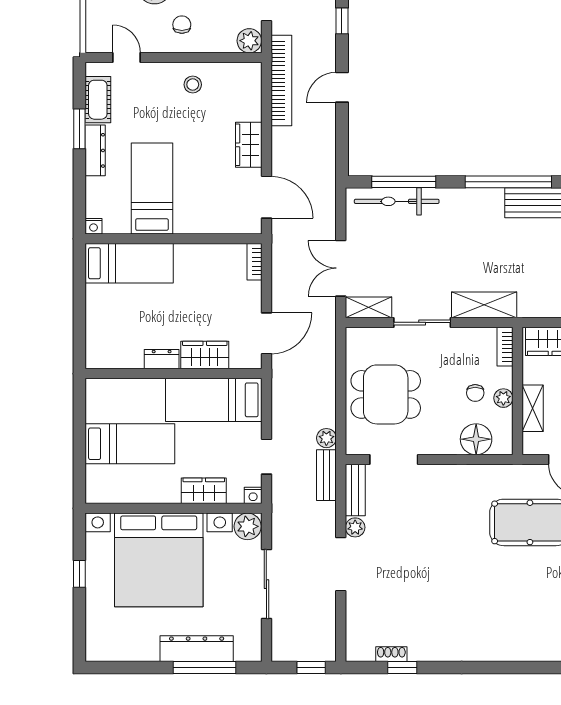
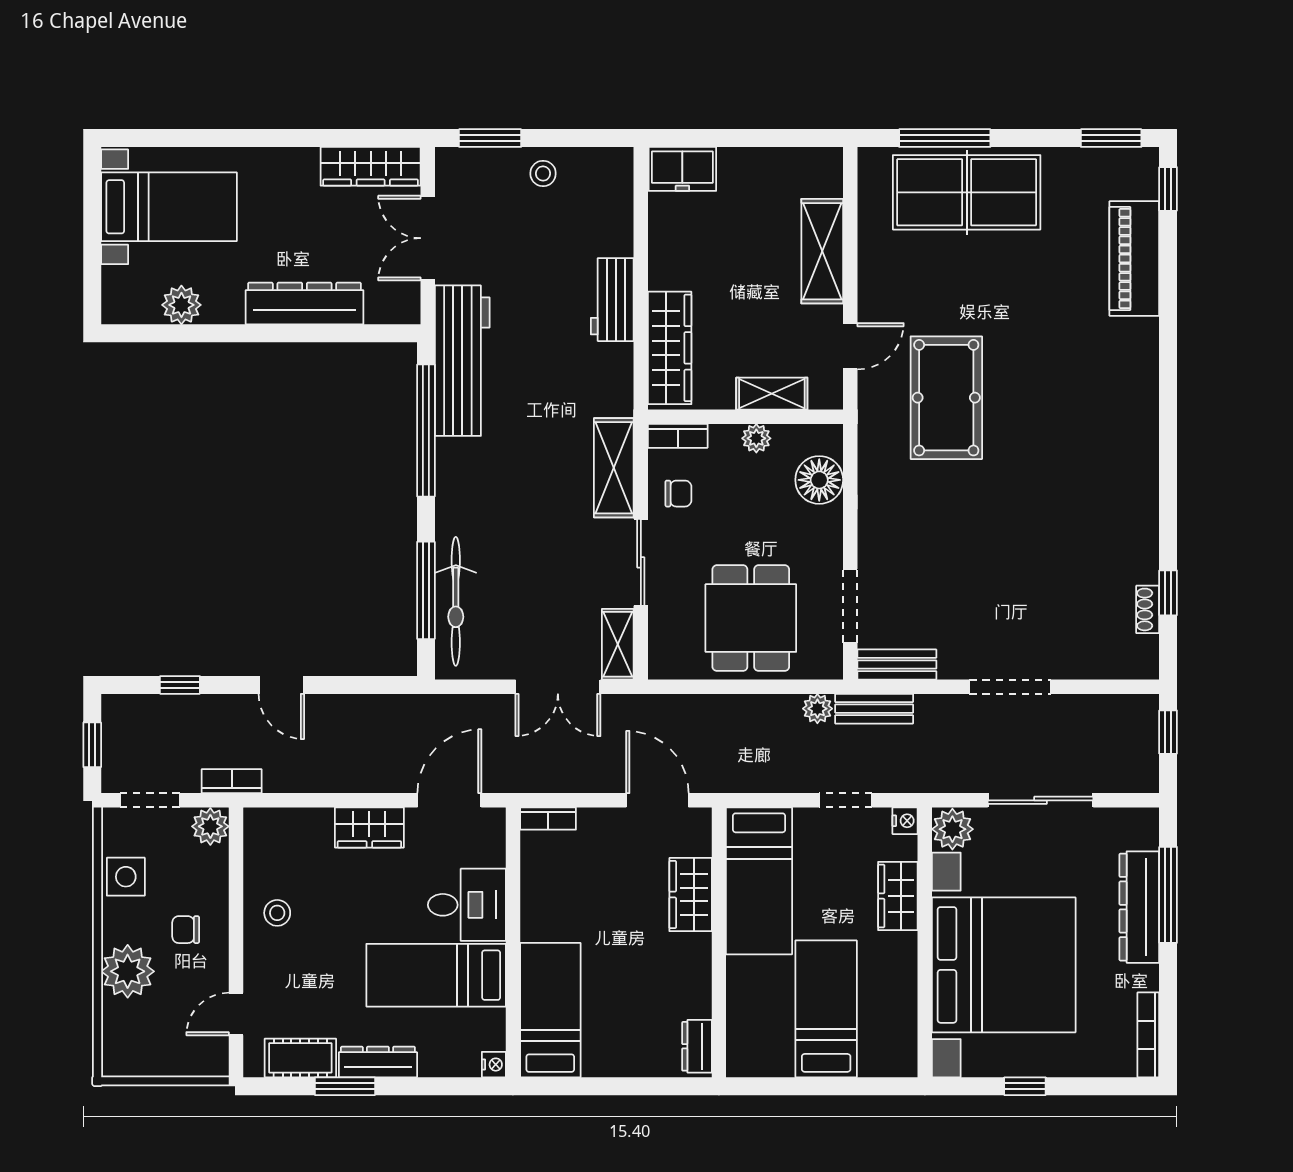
bookcase: (281, 80) -> (232, 781), width x0.43, depth x0.76
desk: (198, 209) -> (467, 905), added
dresser: (162, 359) -> (697, 1046), moved
chair: (475, 393) -> (678, 494), moved
plant: (355, 527) -> (954, 665), removed
bookcase: (113, 655) -> (1148, 1035), added

